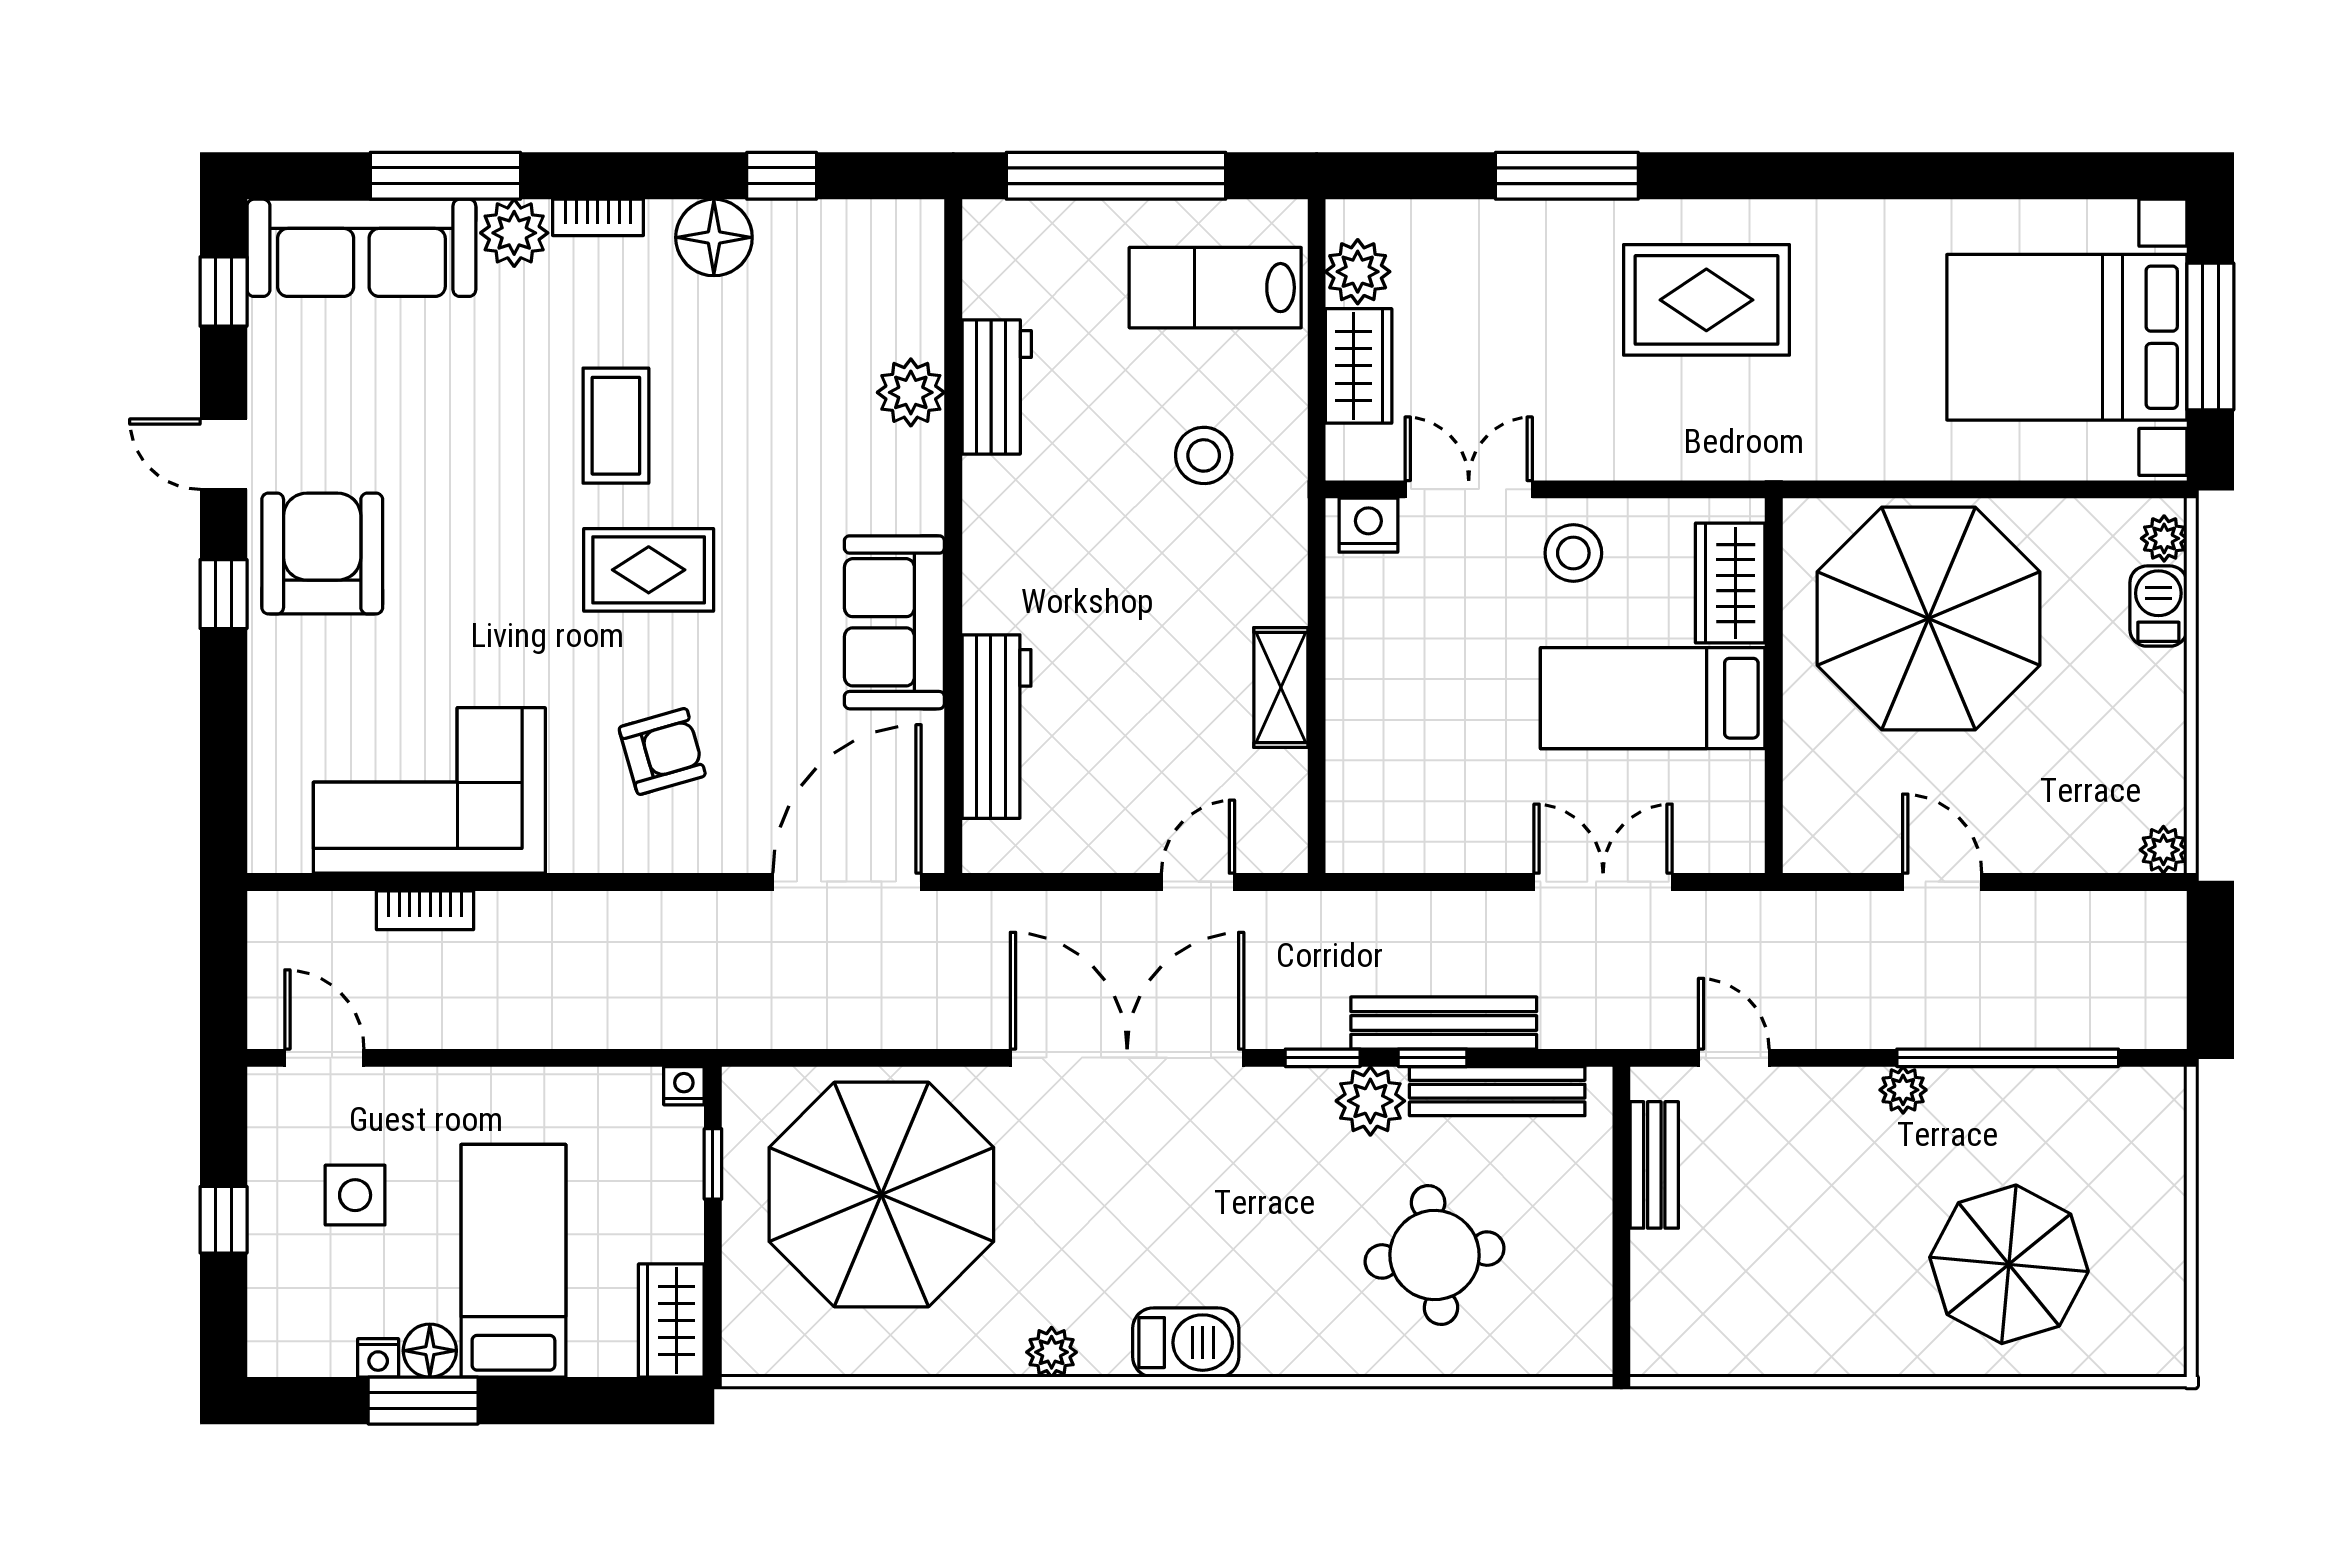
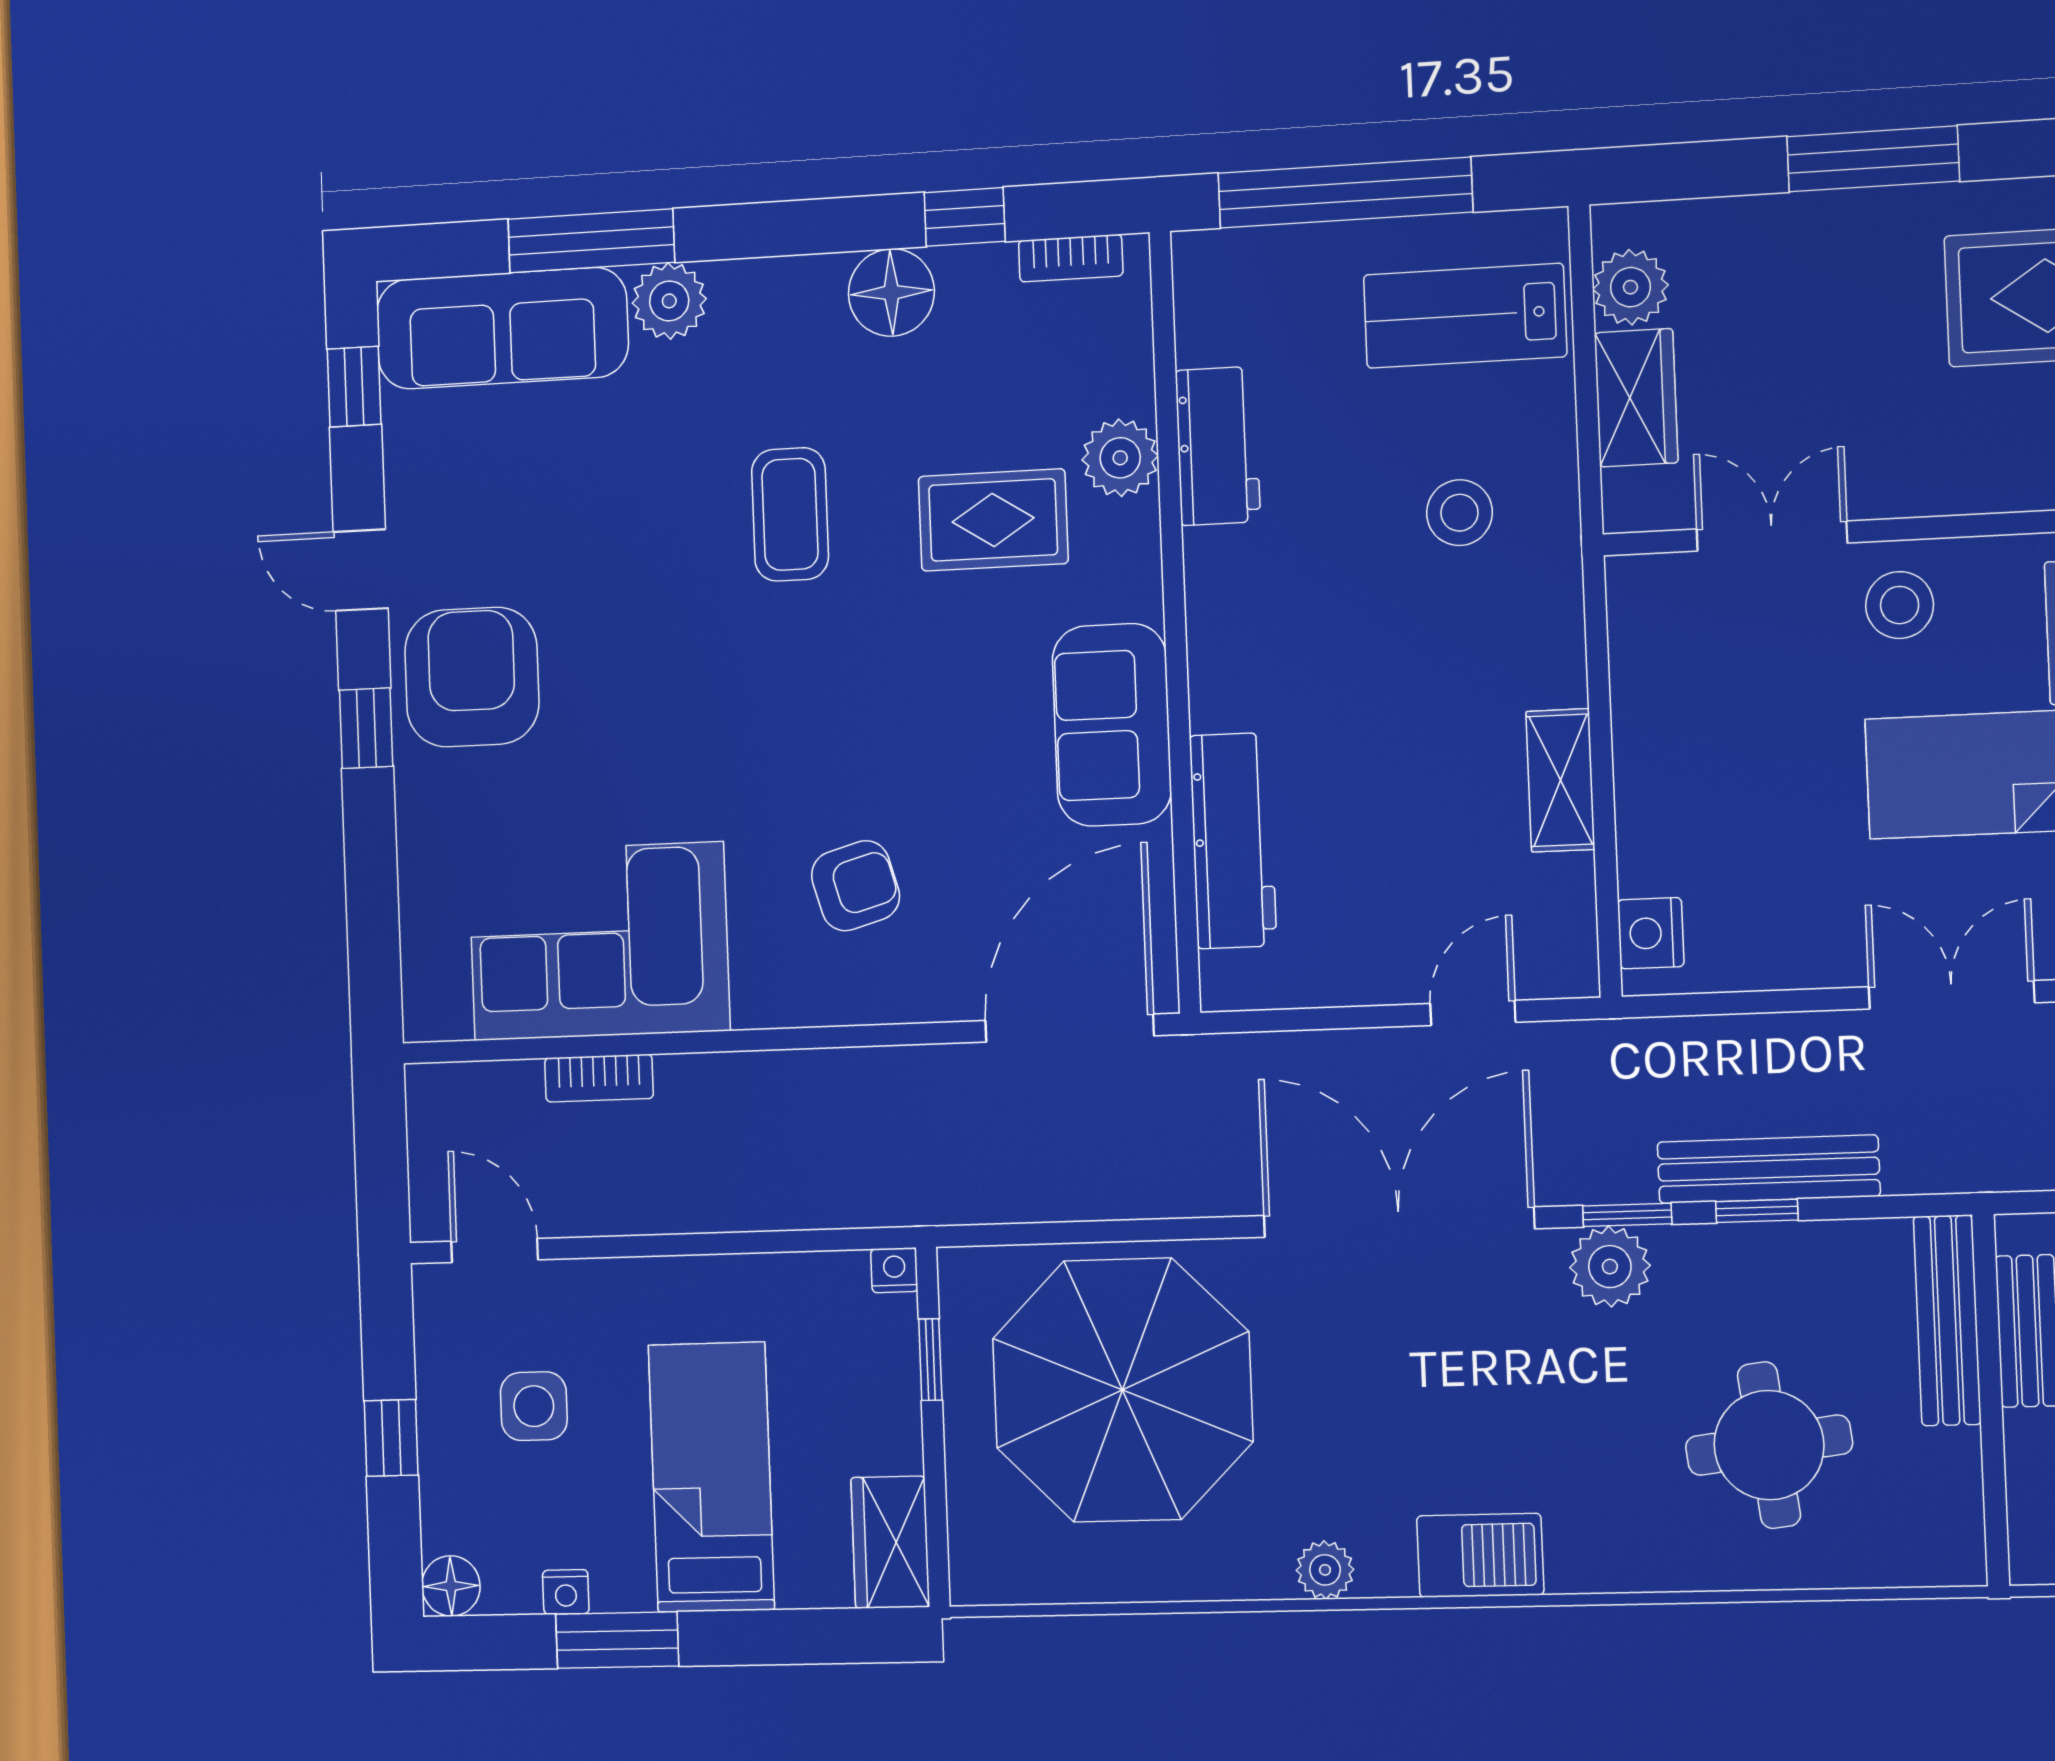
bookcase: (598, 217) -> (1071, 258), moved
nightstand: (1368, 525) -> (1651, 933), moved, turned -90
rug: (649, 570) -> (993, 520), moved
bench: (1497, 1091) -> (1947, 1320), moved, turned 90
plant: (1370, 1101) -> (1610, 1267), moved
floor lamp: (430, 1351) -> (451, 1586), moved

